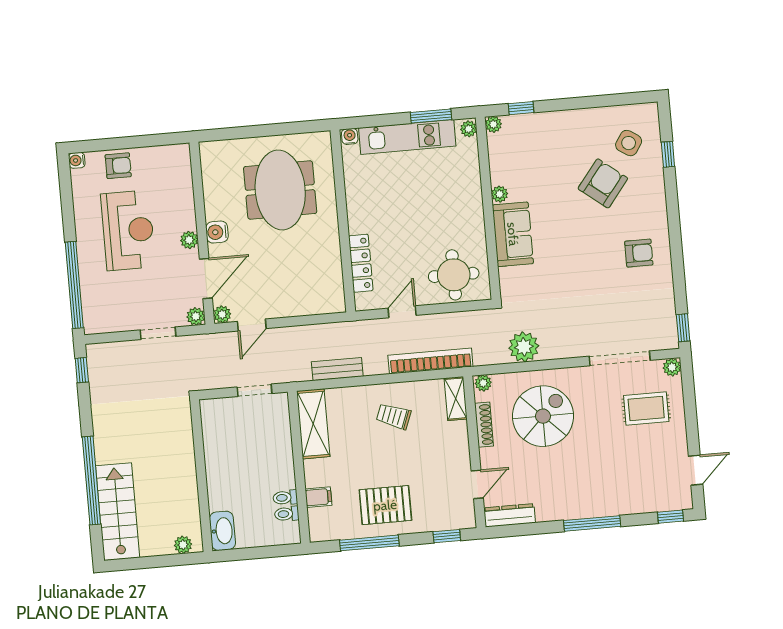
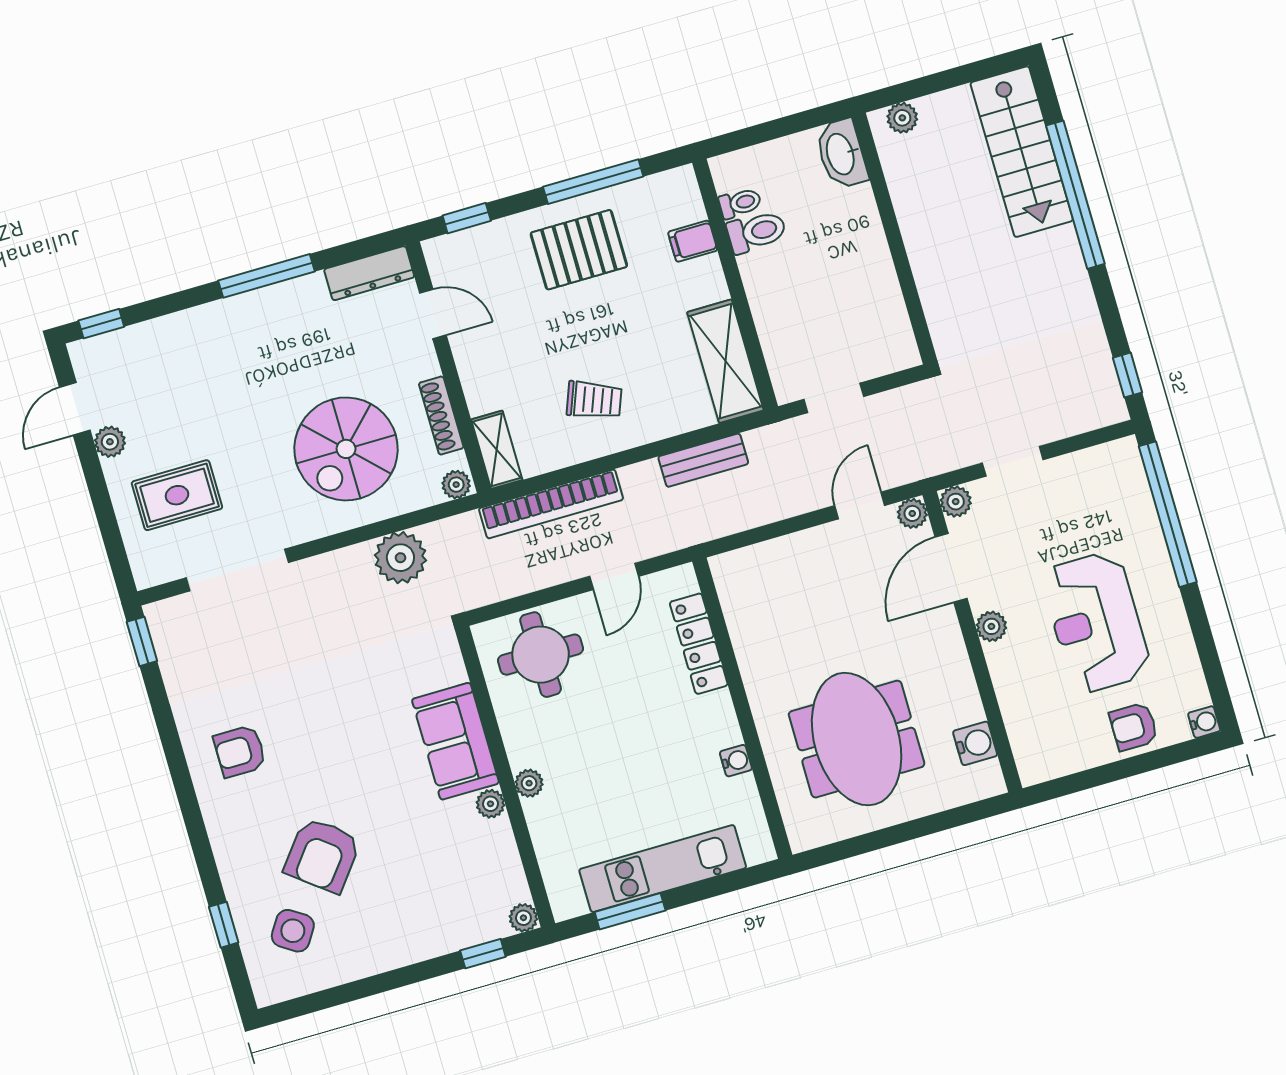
plant: (469, 129) -> (529, 783), moved
water cooler: (350, 136) -> (736, 761), moved, turned -90
water cooler: (217, 232) -> (975, 743), moved
plant: (672, 367) -> (110, 442), moved
door: (477, 484) -> (433, 314), swing flipped
toilet: (285, 498) -> (757, 232), width x1.37, depth x1.39
window: (592, 523) -> (266, 276), moved

